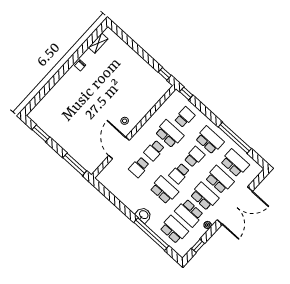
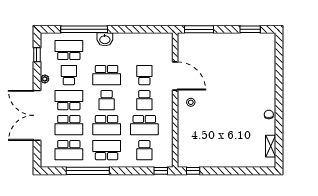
school desk: (210, 140) -> (107, 150), turned 180
school desk: (154, 150) -> (144, 100), turned 180
school desk: (194, 157) -> (107, 125), width x1.85
school desk: (179, 173) -> (107, 100), turned 180
school desk: (204, 196) -> (69, 100), turned 180
school desk: (189, 213) -> (69, 75), width x0.54
school desk: (174, 230) -> (69, 50), turned 180

